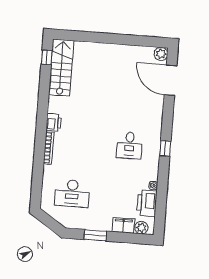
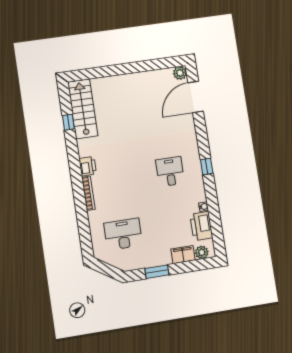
window: (47, 57) -> (68, 122), moved
door: (170, 80) -> (196, 97), hinge flipped
desk: (130, 145) -> (170, 172), turned 180
desk: (72, 193) -> (123, 234), turned 180

